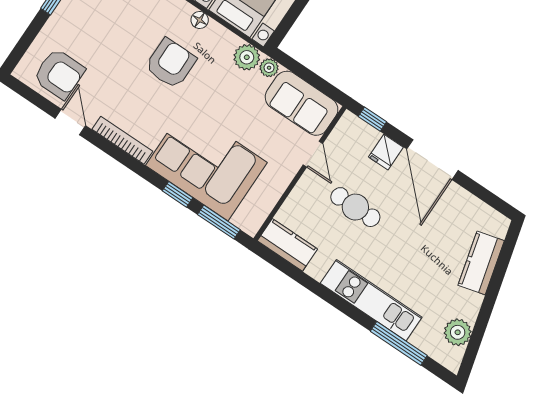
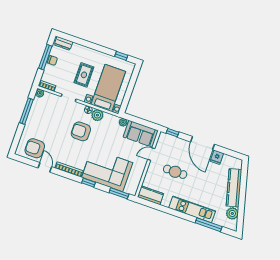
plant: (247, 57) -> (97, 115), moved
armchair: (171, 63) -> (81, 131), turned -90
armchair: (59, 74) -> (35, 148), turned 180
fridge: (386, 152) -> (217, 157), moved
door: (313, 154) -> (151, 154), swing flipped
window: (178, 194) -> (89, 183), moved
kitchen counter: (481, 263) -> (234, 188), width x1.50

